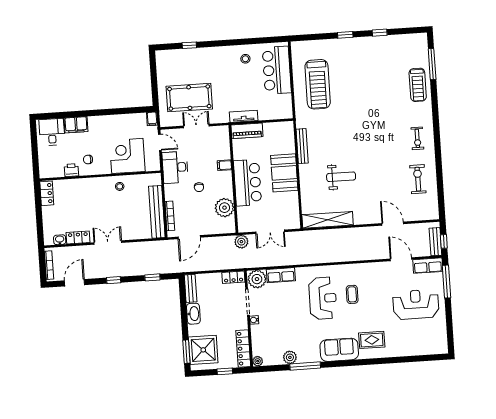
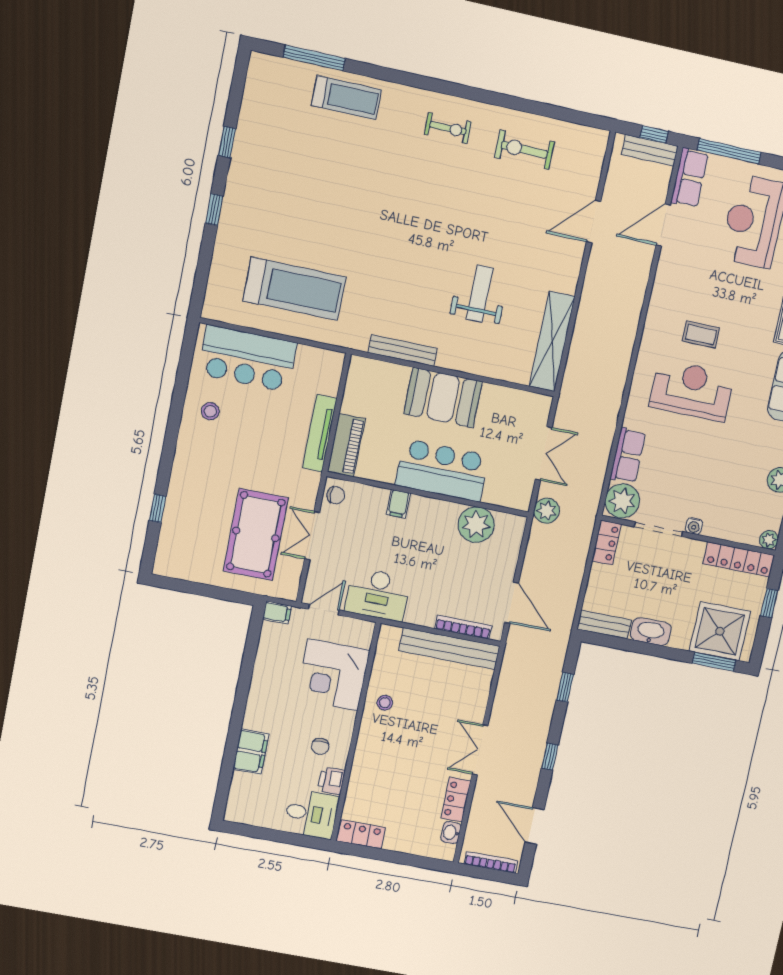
tv unit: (244, 116) -> (320, 433), width x1.41
desk: (52, 132) -> (311, 814), moved, turned 180
chair: (199, 187) -> (336, 495), moved

